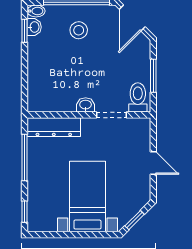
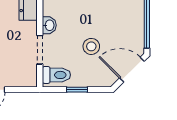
stool: (79, 30) -> (91, 46), moved
window: (153, 76) -> (77, 90), width x0.67

